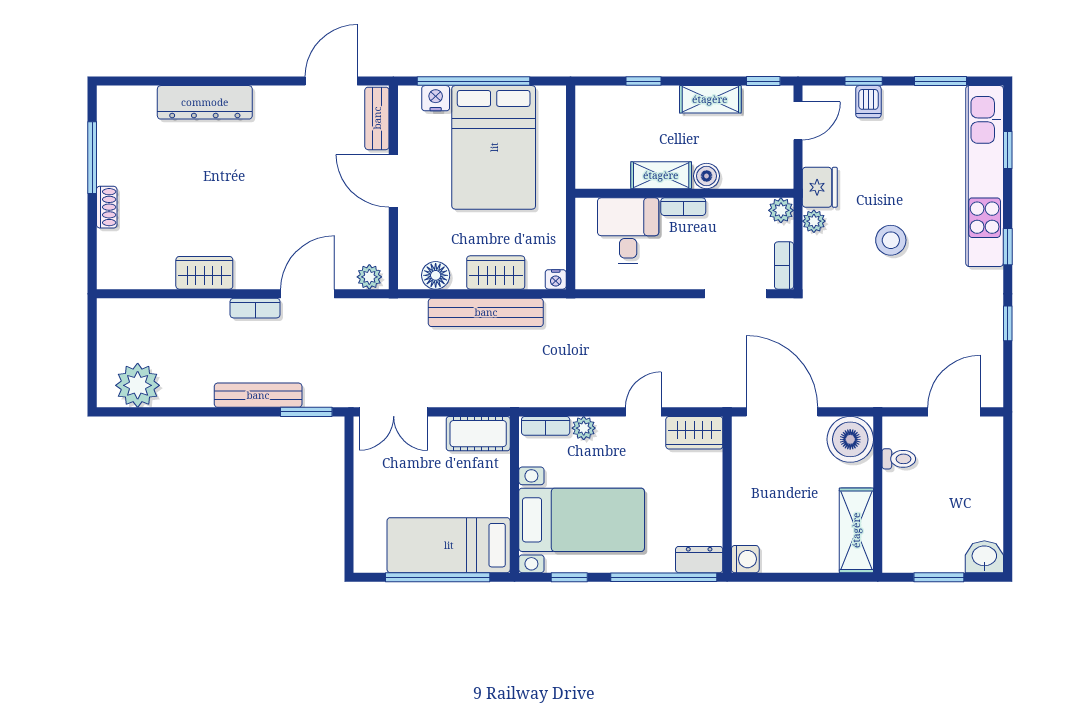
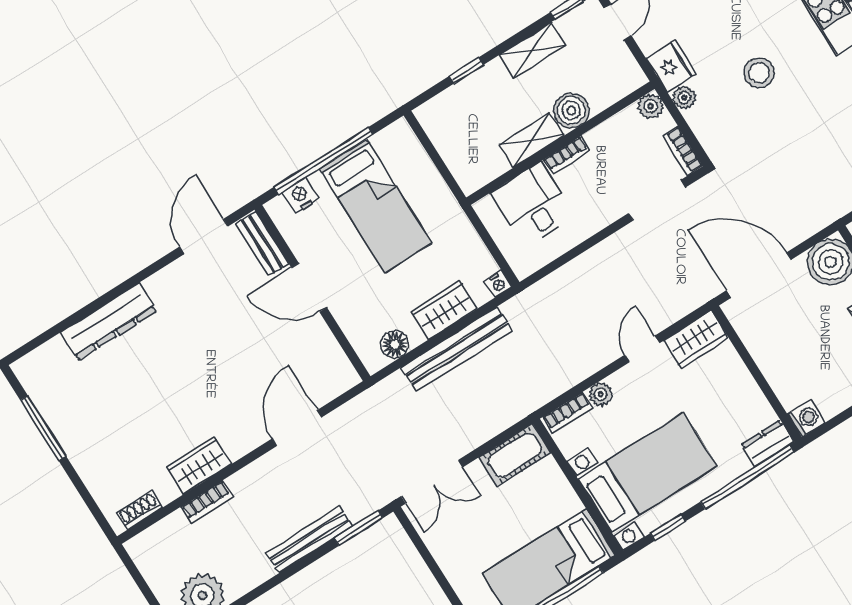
bed: (494, 147) -> (376, 206), width x0.67
boiler: (707, 176) -> (571, 110), width x1.36, depth x1.36
shoe rack: (107, 207) -> (139, 510), moved, turned -90
plant: (369, 277) -> (340, 381), removed
bookcase: (255, 308) -> (207, 502), moved

